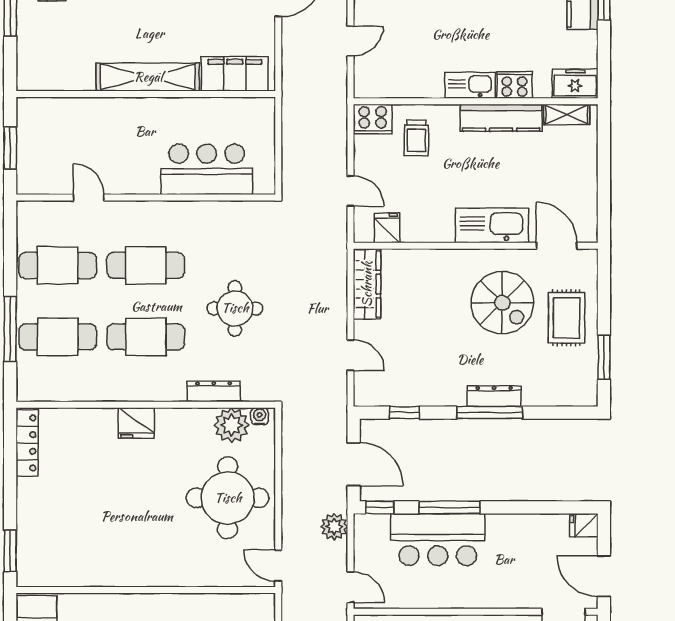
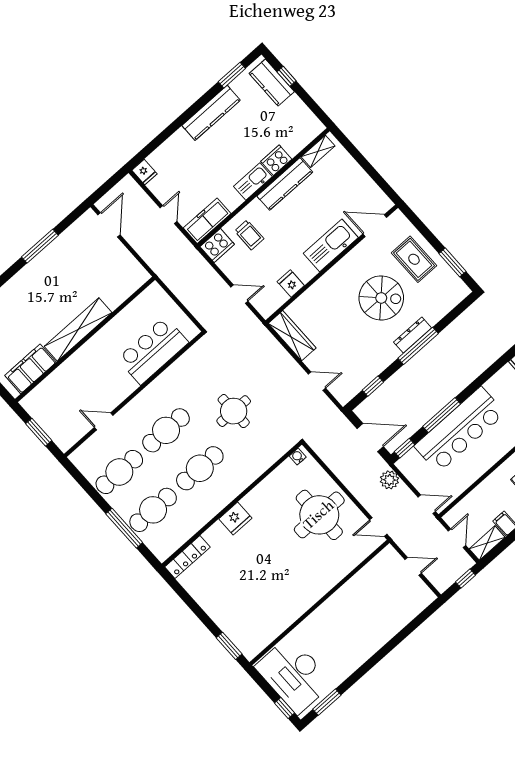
filing cabinet: (235, 74) -> (31, 369), moved
freezer: (575, 84) -> (207, 221), moved, width x1.40
fridge: (387, 228) -> (291, 284), moved
spiral stairs: (502, 303) -> (381, 298), moved
dresser: (214, 391) -> (262, 465), removed
plant: (231, 425) -> (287, 475), removed
locker: (27, 443) -> (187, 557), moved, turned 90
bar counter: (438, 540) -> (460, 430), width x1.36

